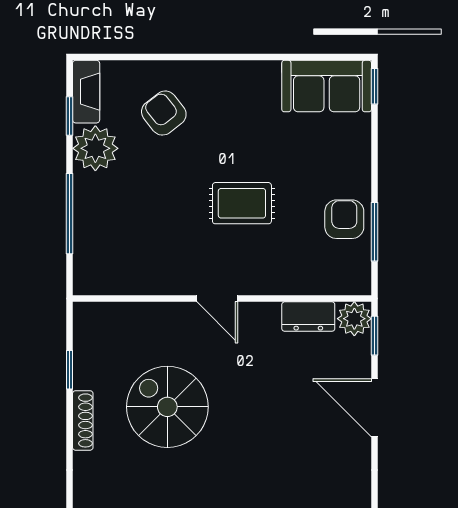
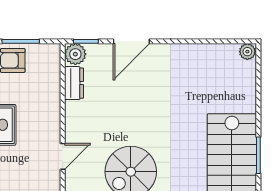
door: (217, 299) -> (63, 156), moved

